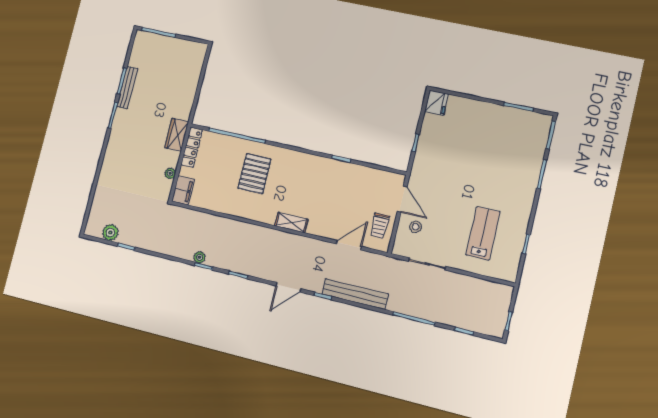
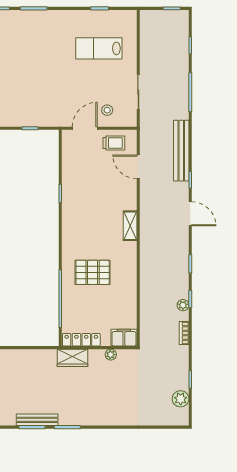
bookcase: (172, 252) -> (184, 333), added

